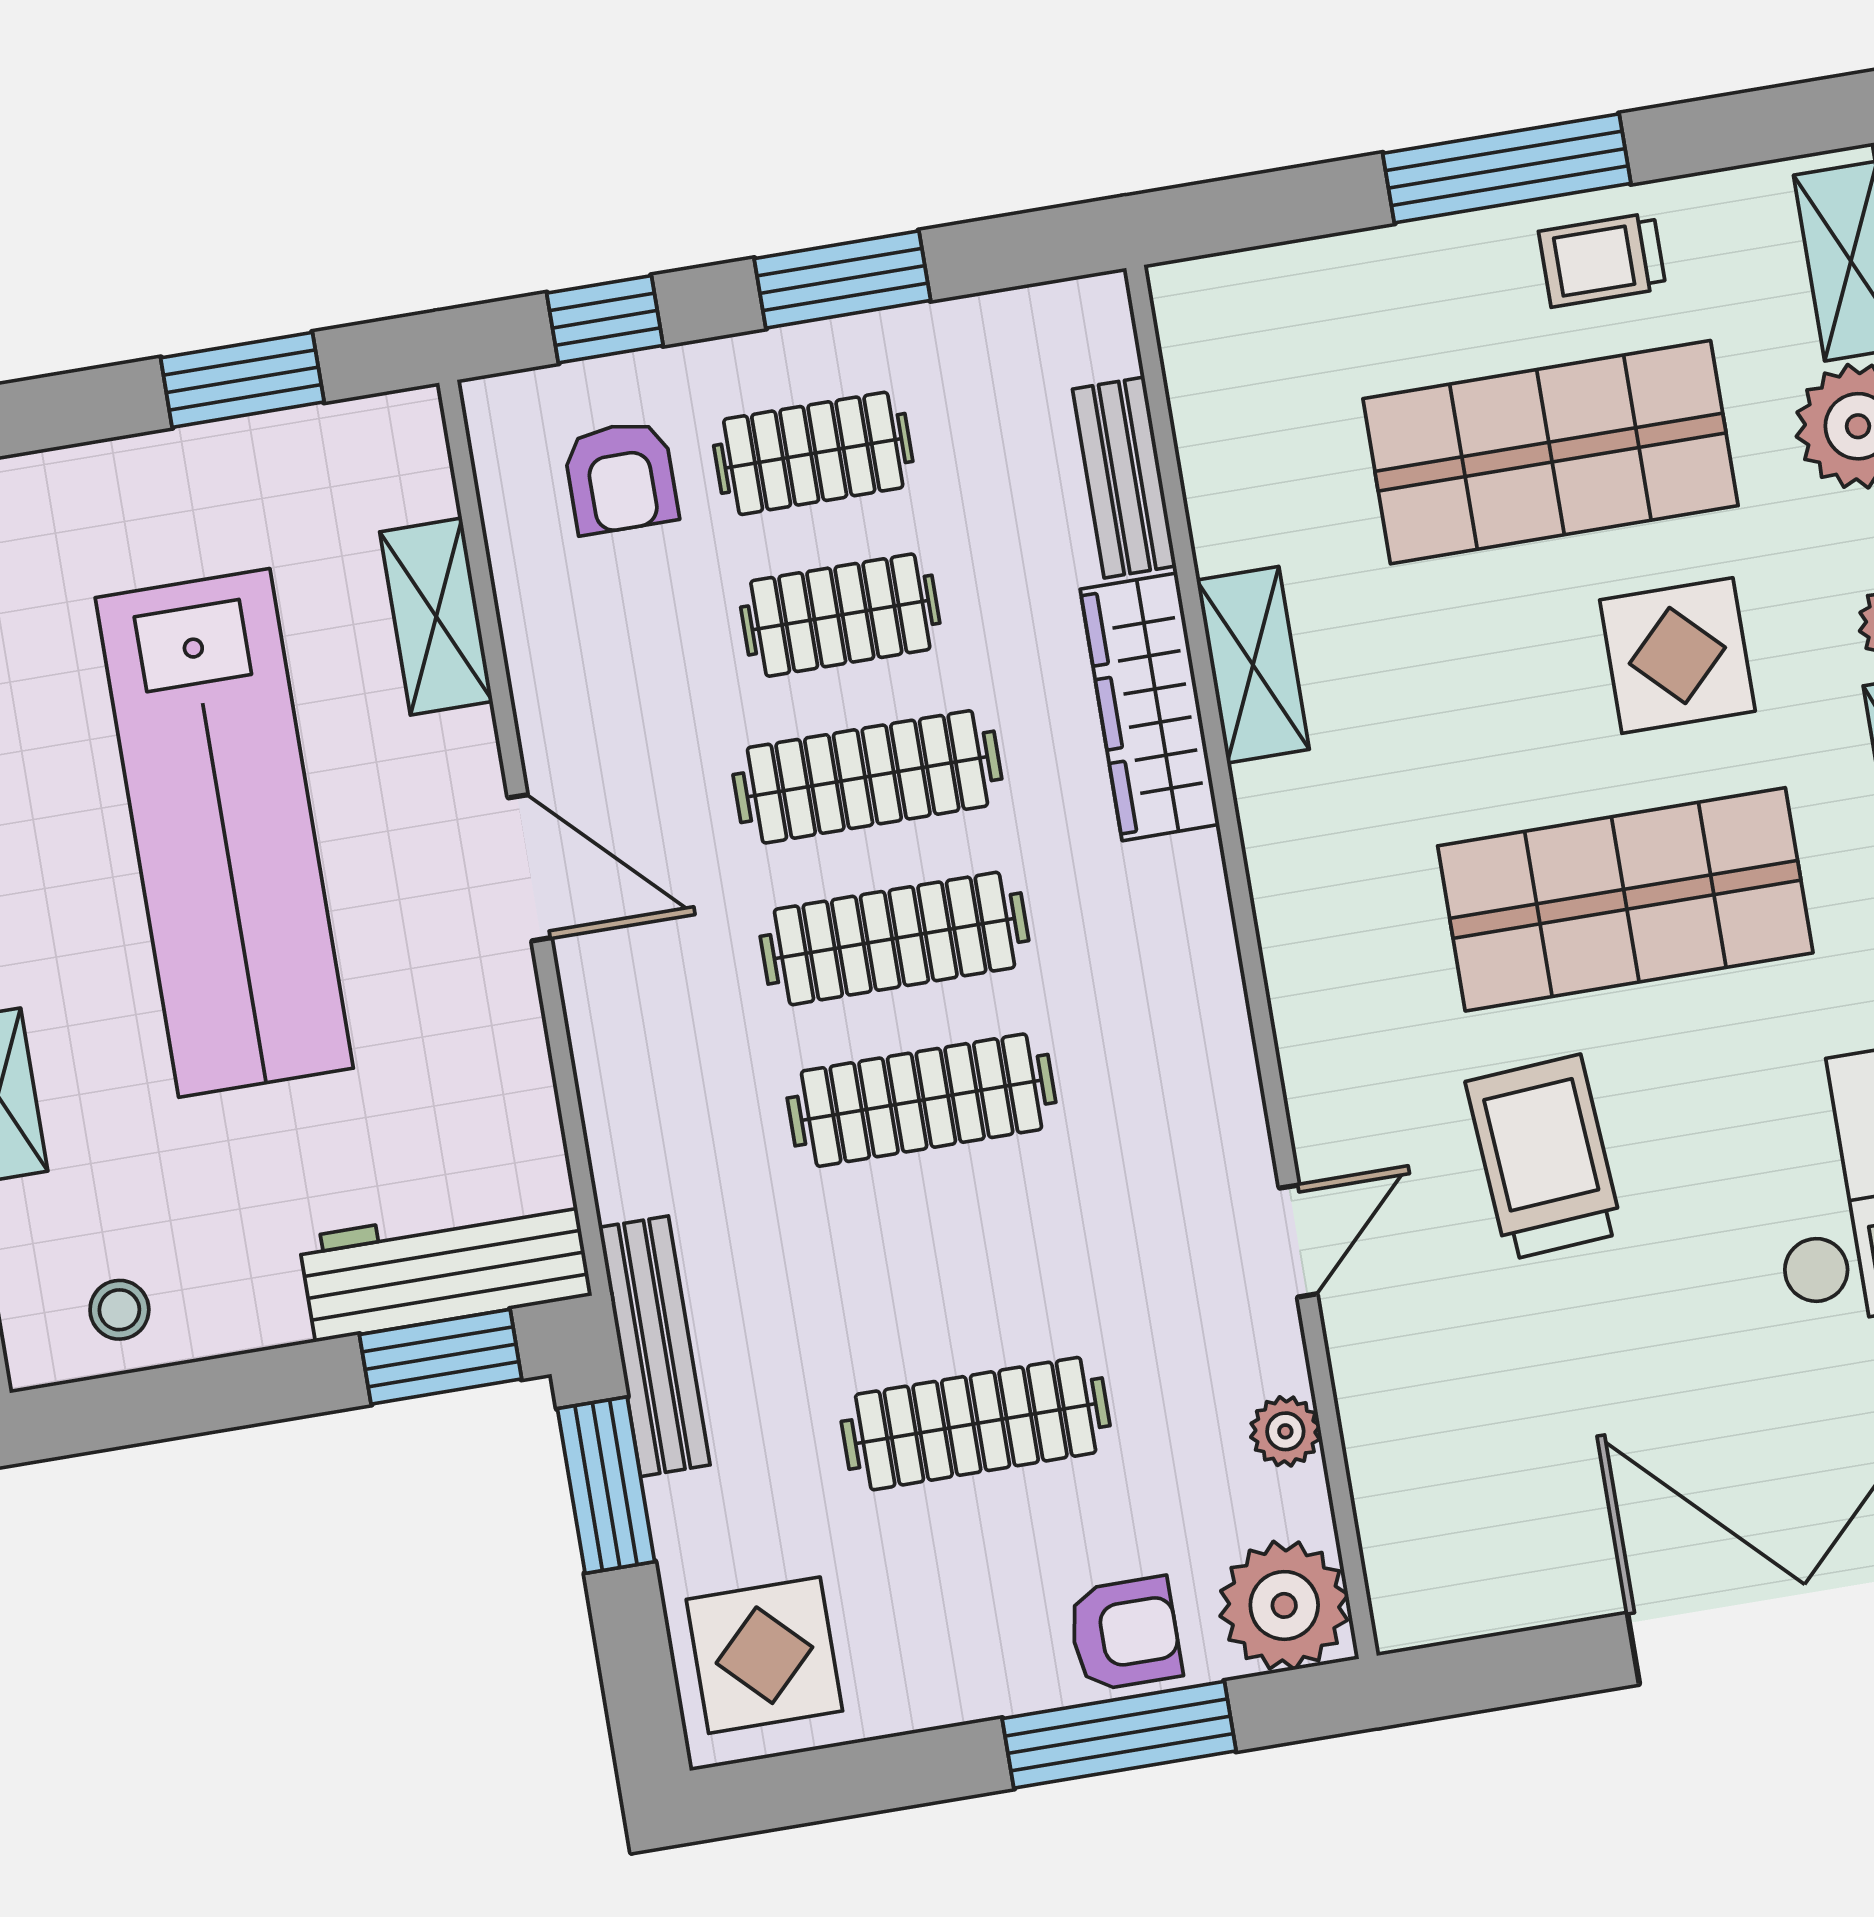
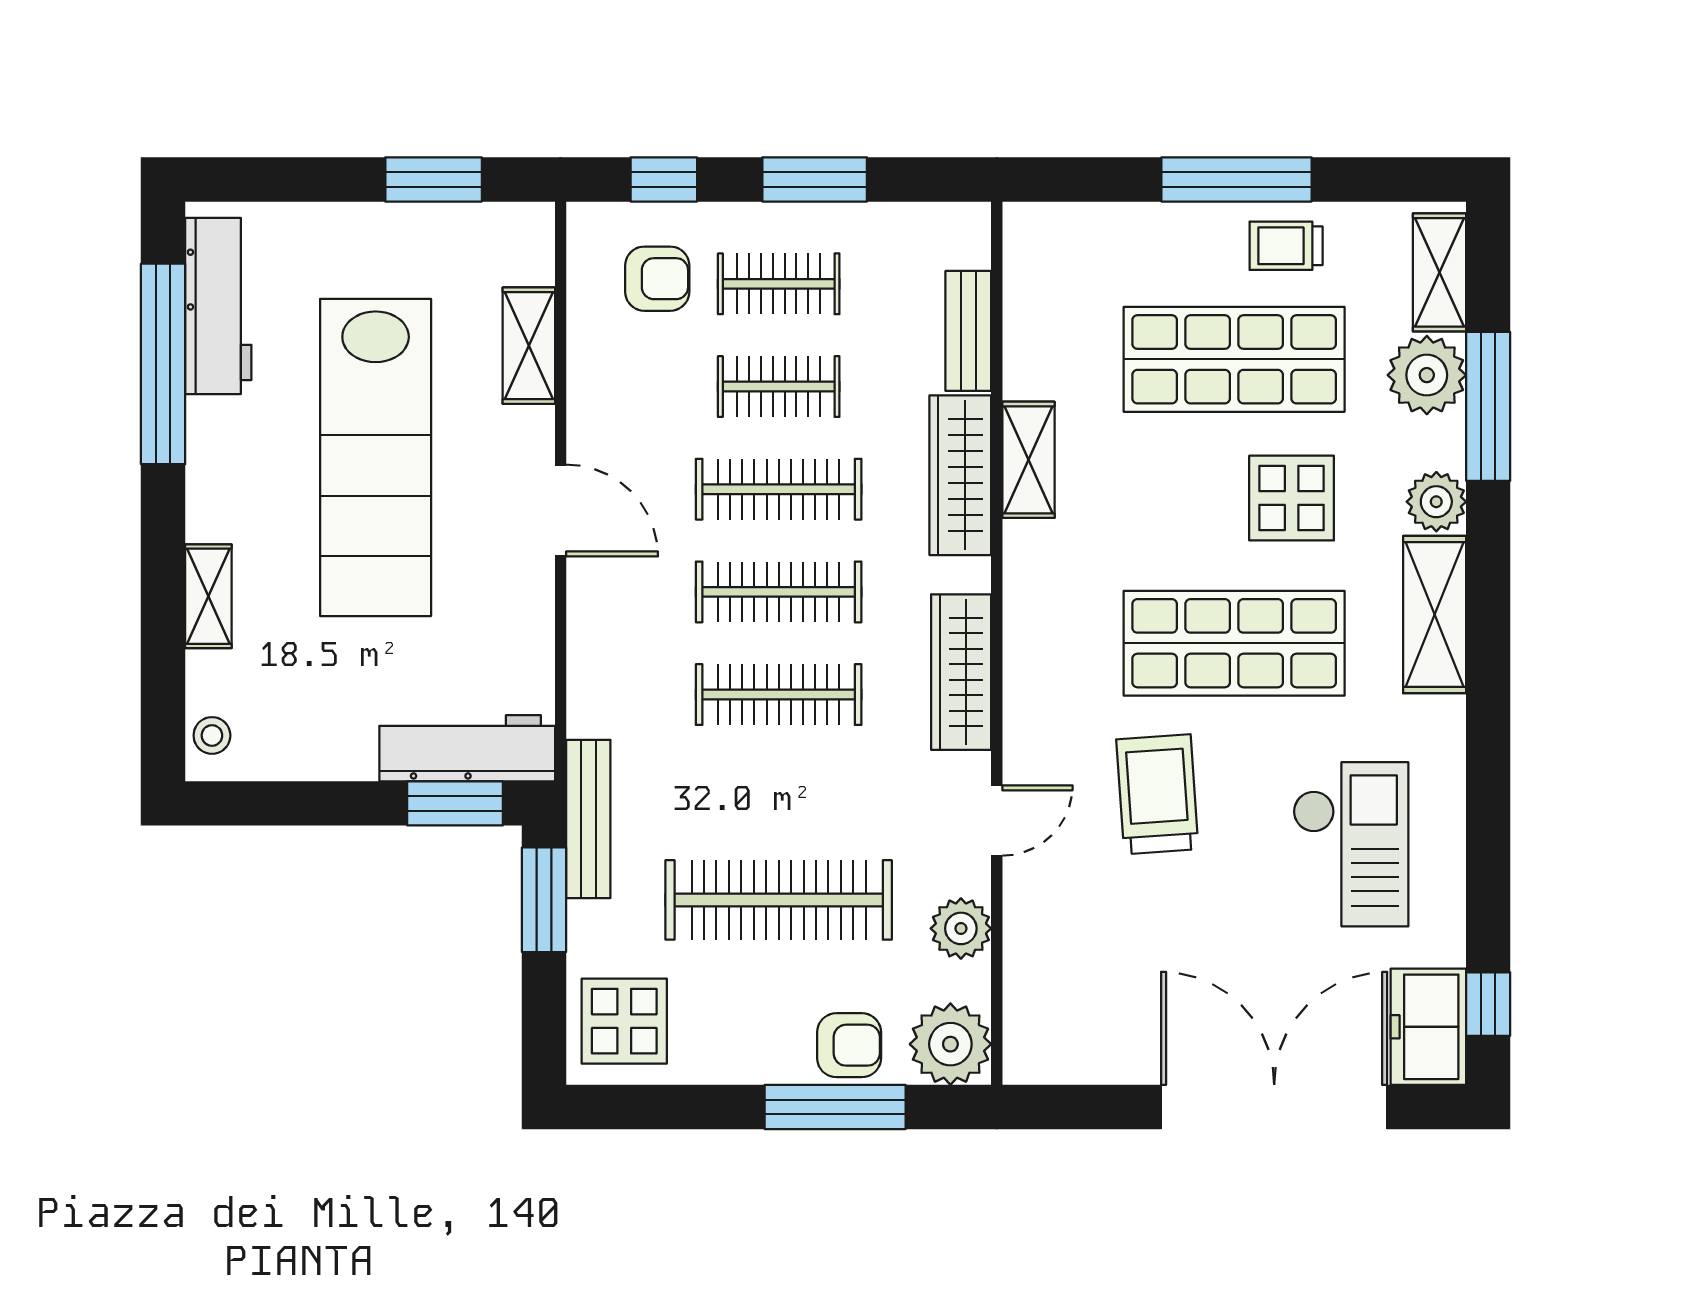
armchair: (621, 477) -> (657, 279), turned -90
wardrobe: (1203, 1017) -> (961, 672), added
stool: (119, 1310) -> (212, 735), moved
clothes rail: (976, 1424) -> (779, 900), width x1.37, depth x1.31
plant: (1285, 1431) -> (961, 928), width x1.38, depth x1.38

